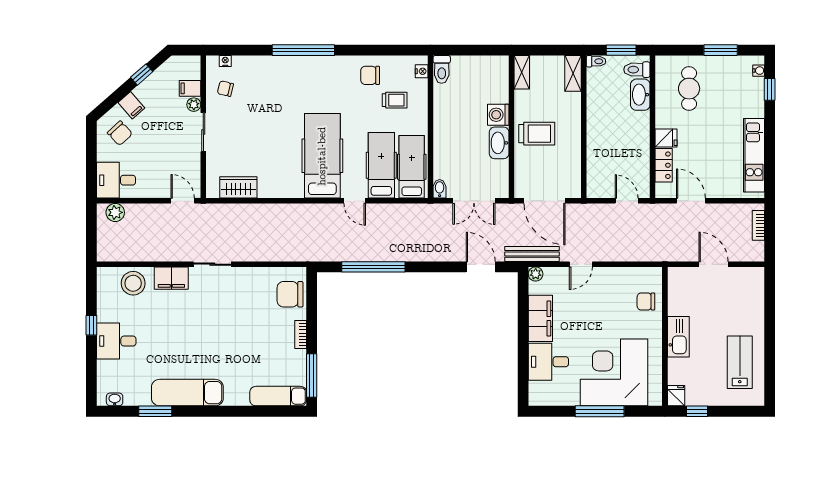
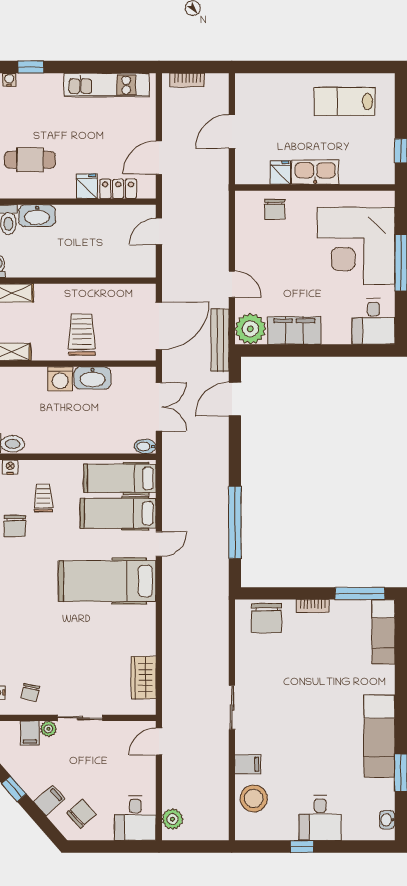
plant: (536, 274) -> (250, 329), width x1.88, depth x1.88
filing cabinet: (171, 278) -> (248, 764), width x0.50
desk: (548, 362) -> (373, 321), moved
fridge: (676, 396) -> (280, 173), moved, turned 90

